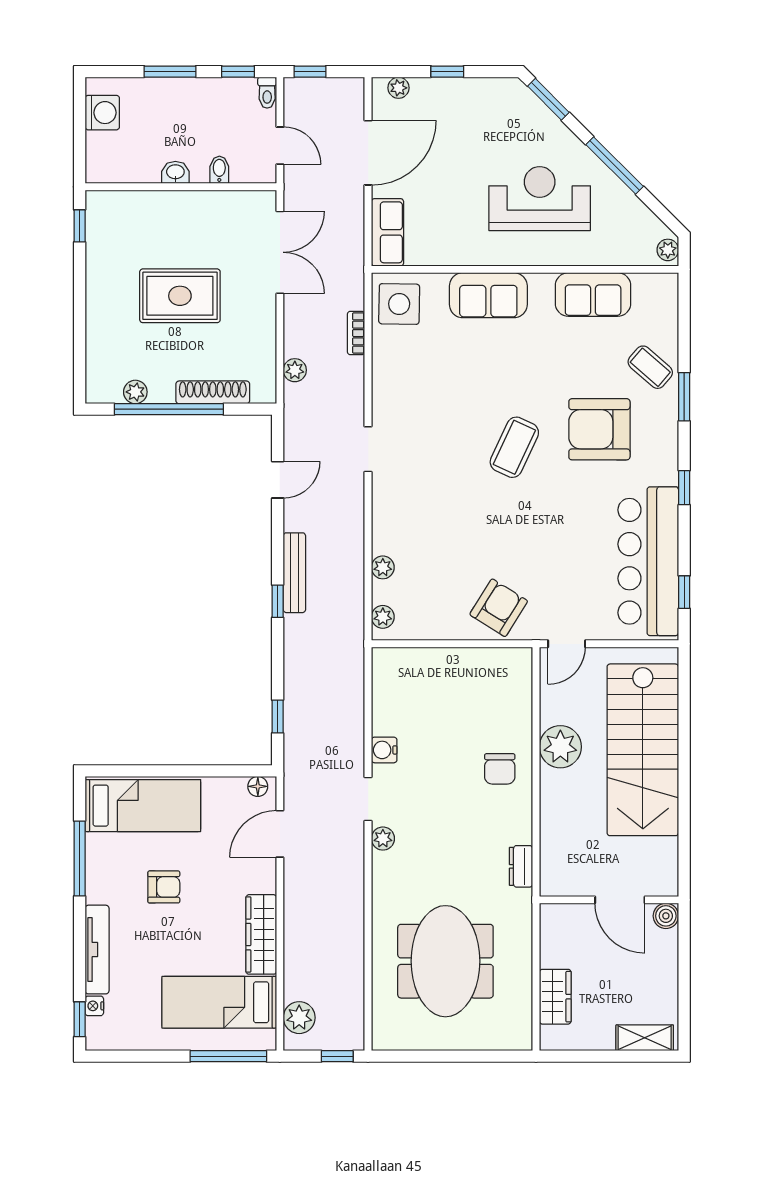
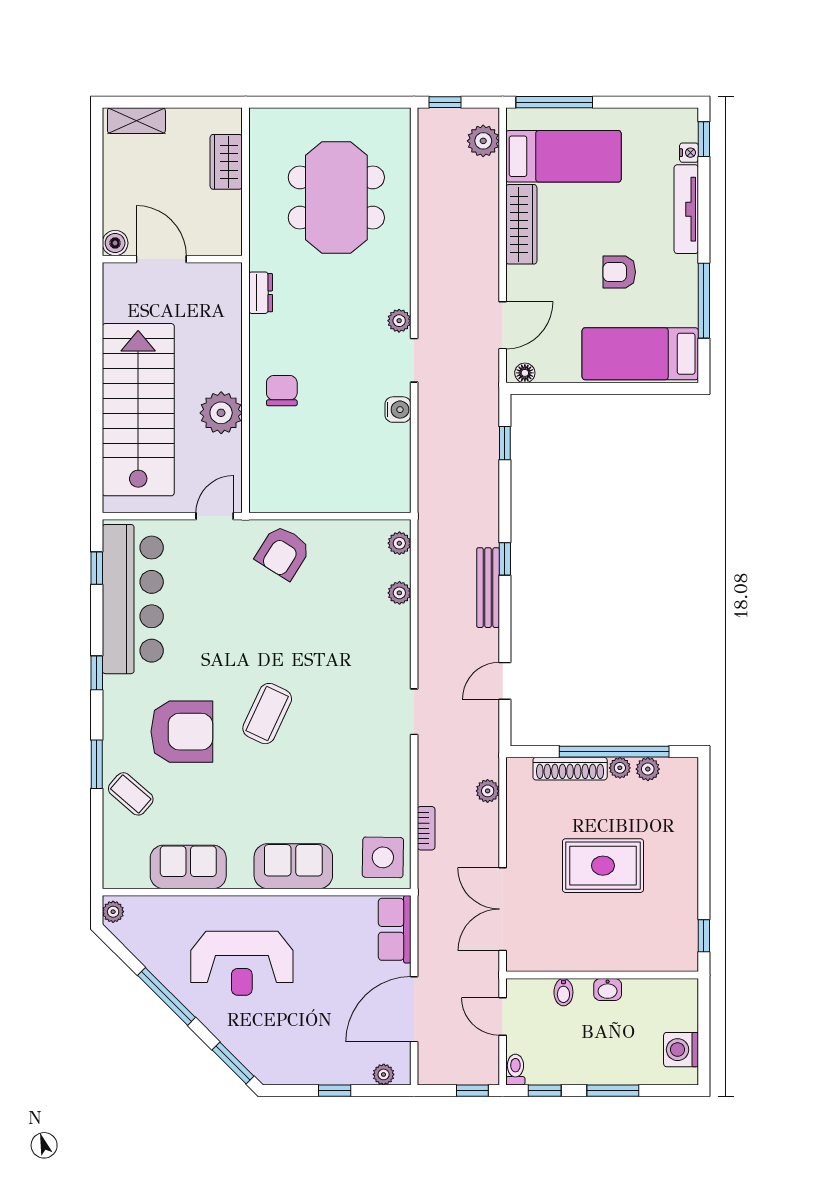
plant: (163, 393) -> (620, 768), added

